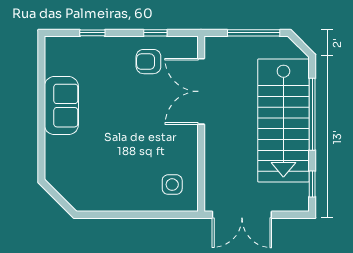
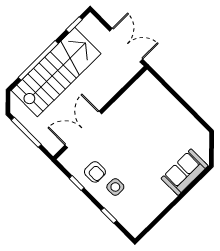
double door: (201, 91) -> (83, 129), swing flipped
sofa: (61, 106) -> (185, 172), moved
side table: (172, 185) -> (115, 187), moved

